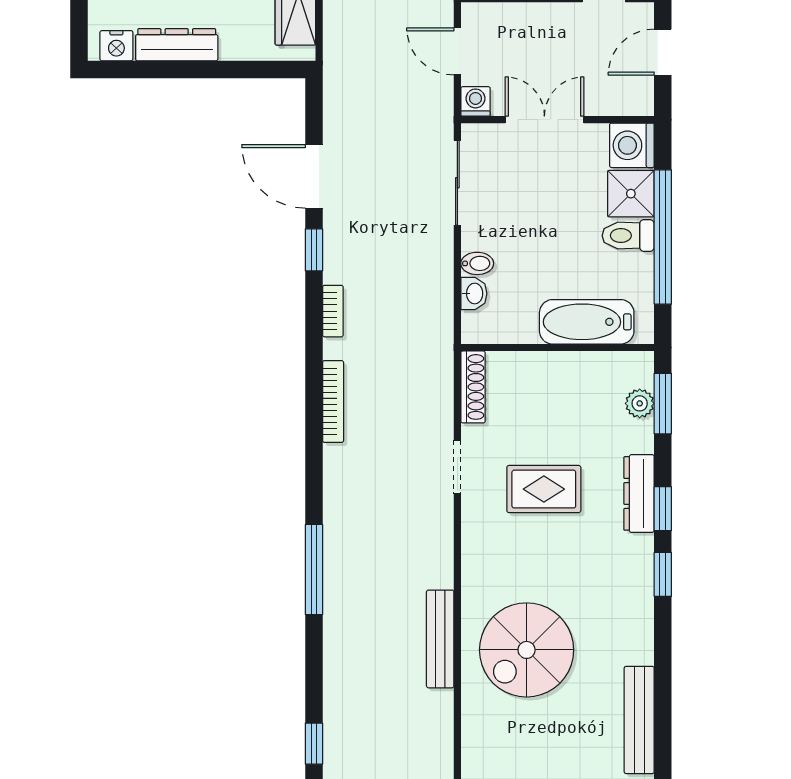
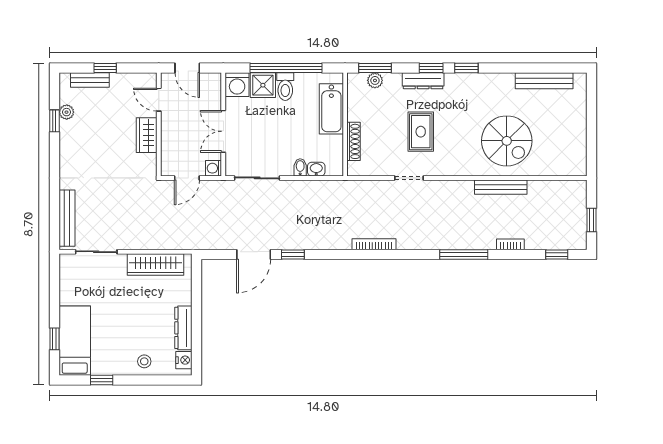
bookcase: (333, 311) -> (510, 244), moved
shoe rack: (473, 387) -> (353, 141), moved, turned 90

